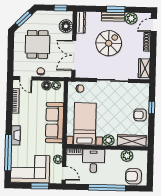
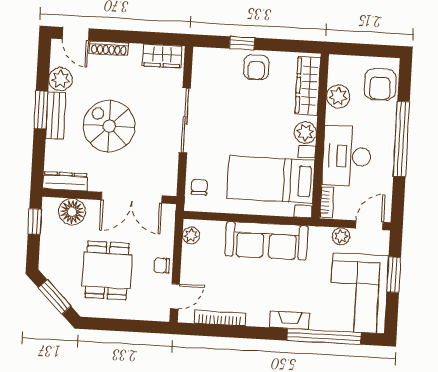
dining table: (37, 44) -> (107, 270), turned 90
floor lamp: (46, 85) -> (191, 255), removed
desk: (93, 161) -> (347, 156), width x1.37

